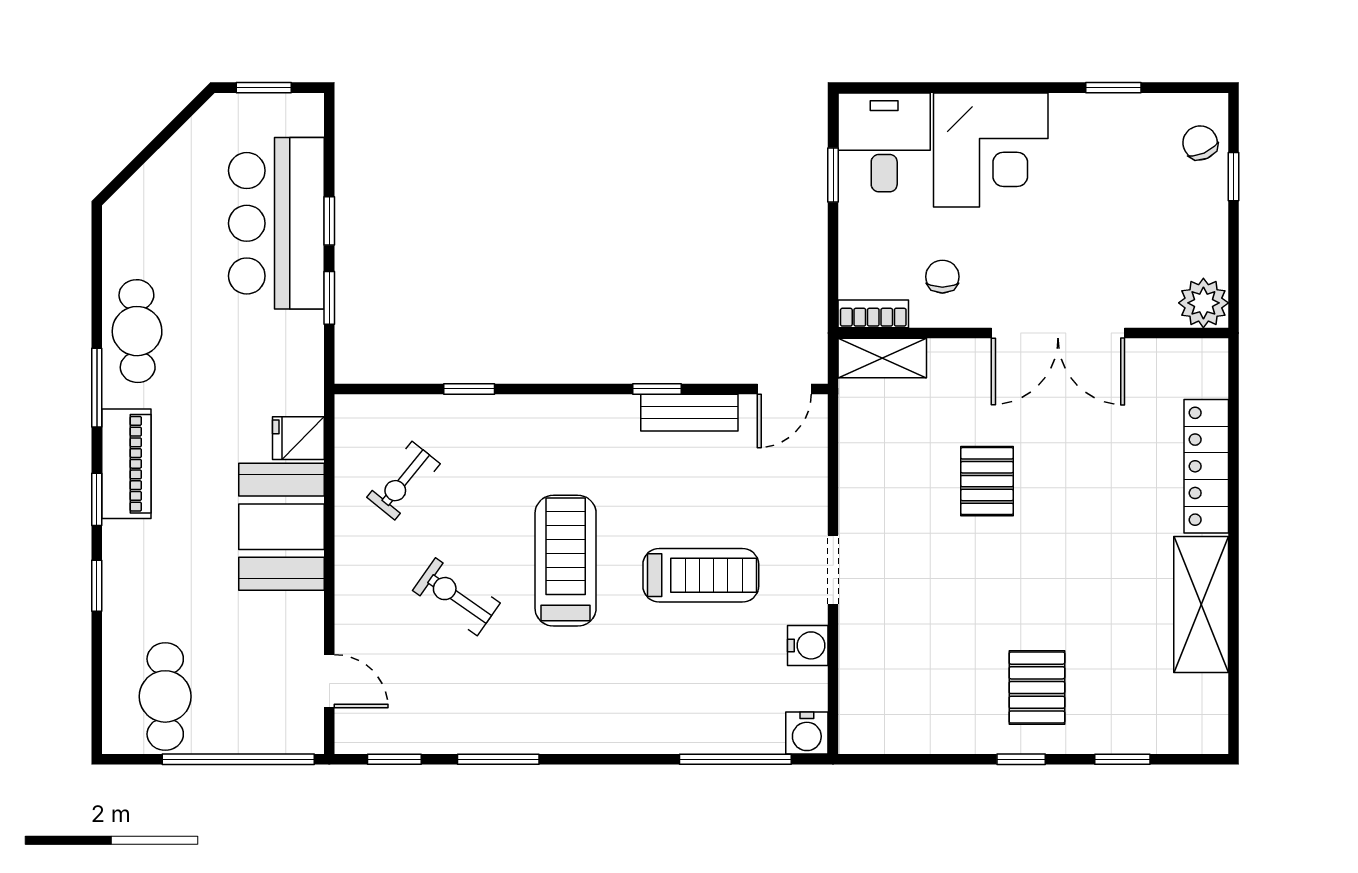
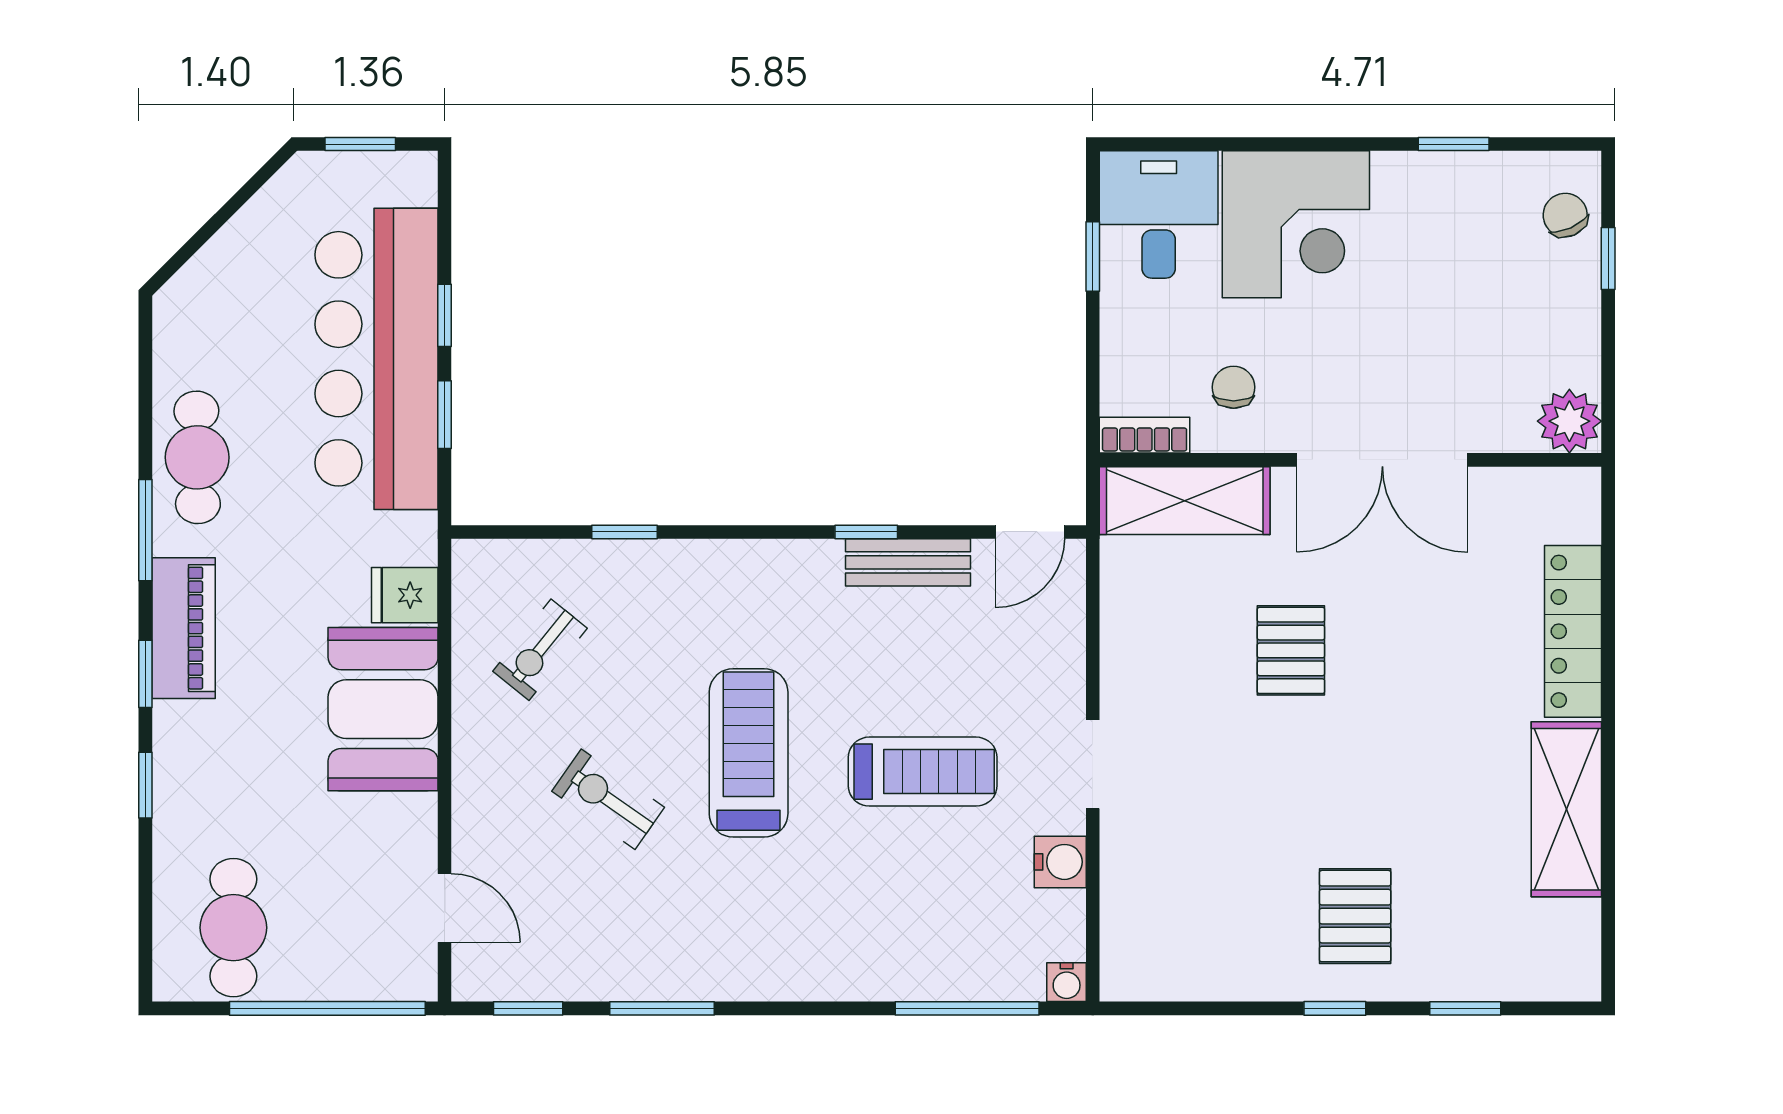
bar counter: (276, 223) -> (377, 359), width x1.36
shelving: (882, 358) -> (1185, 501), width x1.50, depth x1.33
water cooler: (807, 733) -> (1067, 982), width x0.72, depth x0.72

